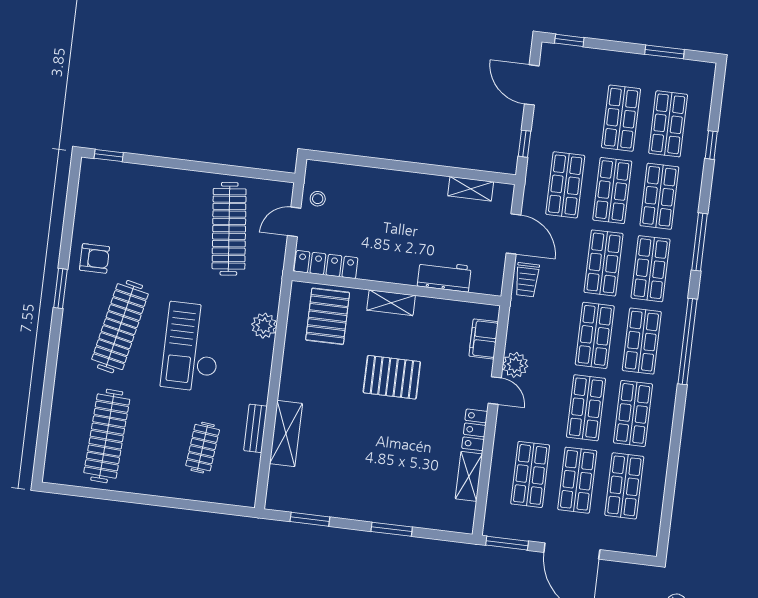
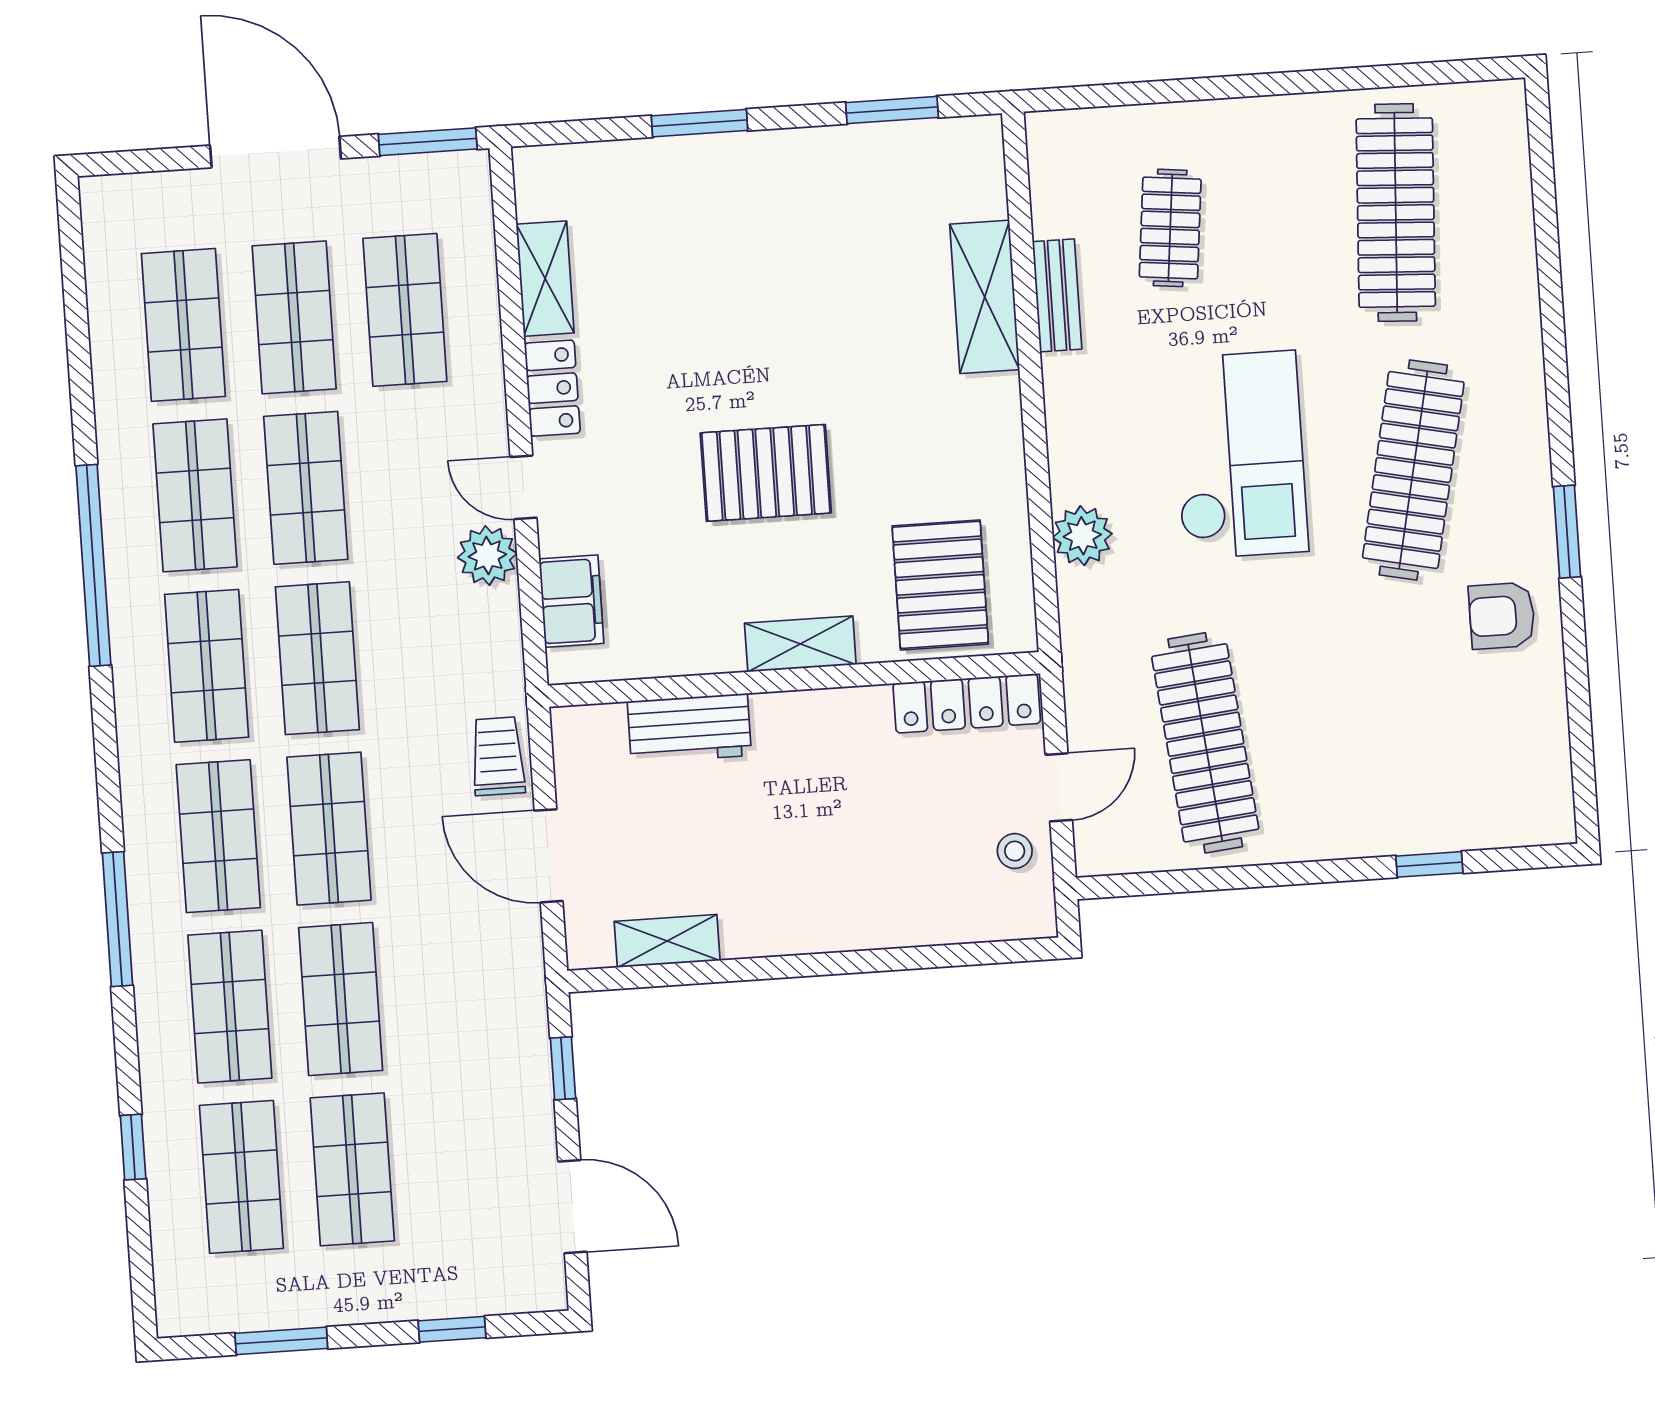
window: (569, 40) -> (452, 1329), moved
window: (109, 156) -> (1429, 864), moved
shop shelf: (565, 185) -> (451, 991), removed
window: (687, 341) -> (93, 565), moved

